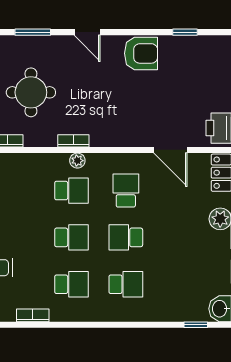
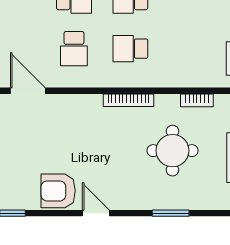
door: (87, 32) -> (96, 213), moved
bookcase: (73, 141) -> (128, 100), width x1.56
plant: (77, 161) -> (124, 80), removed

